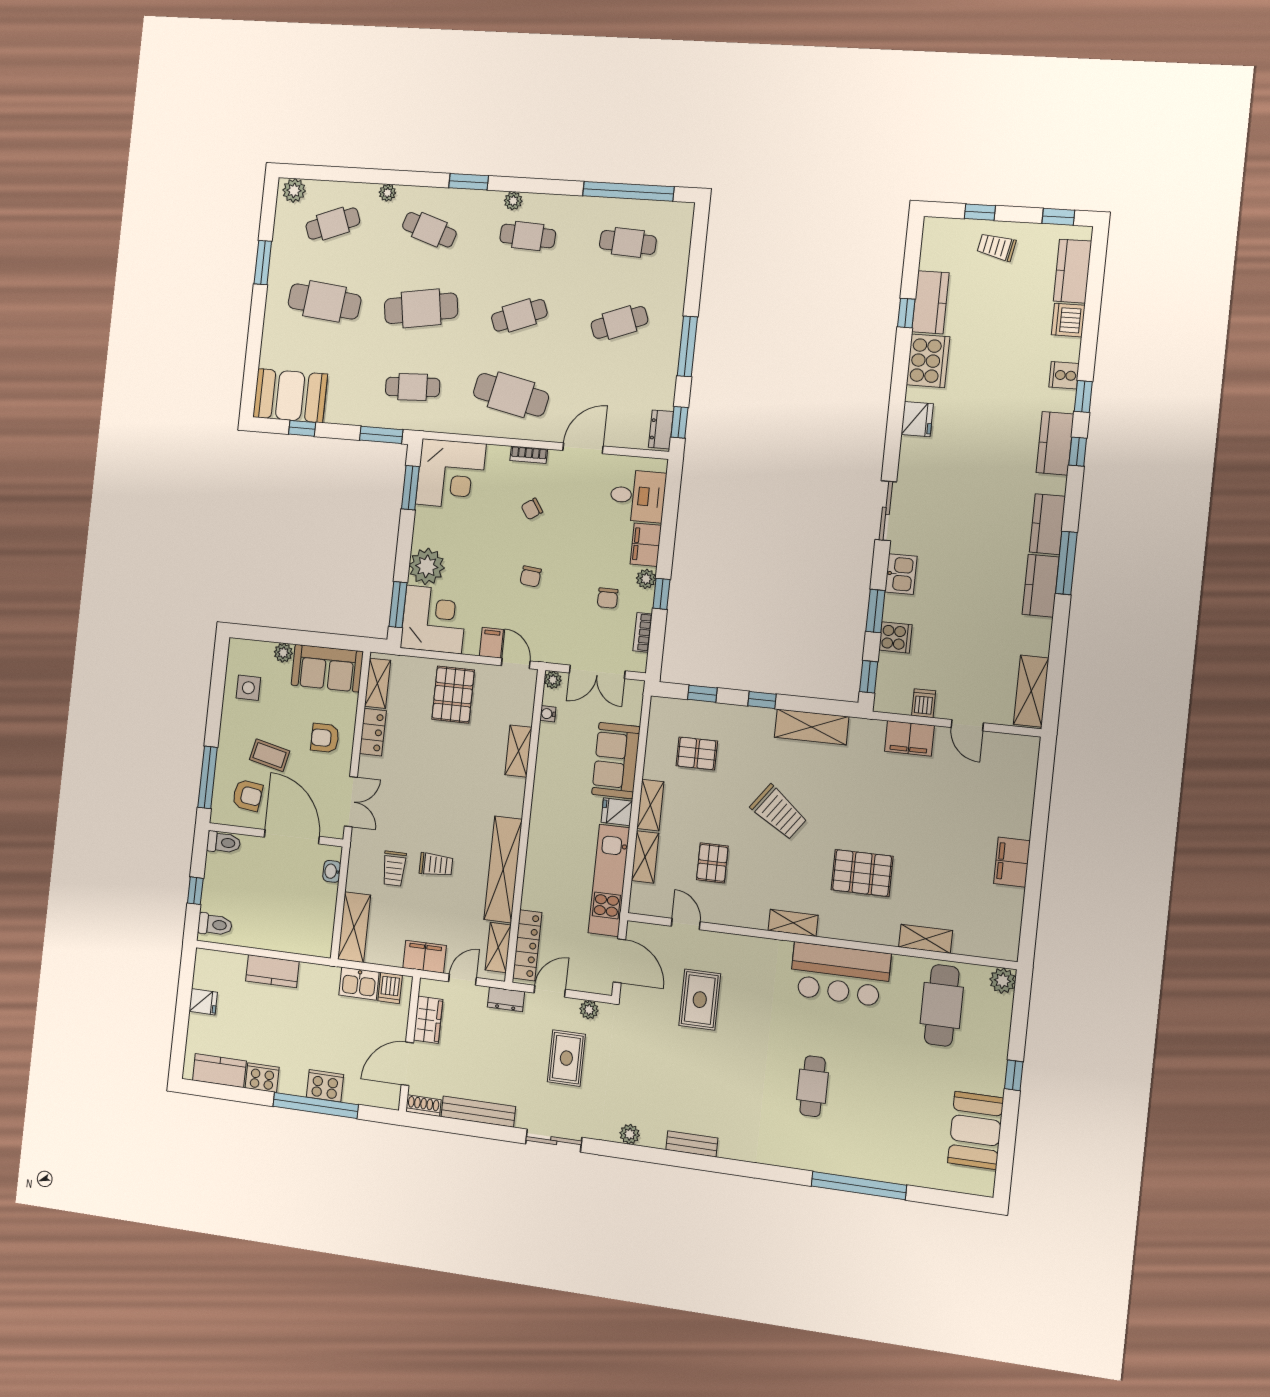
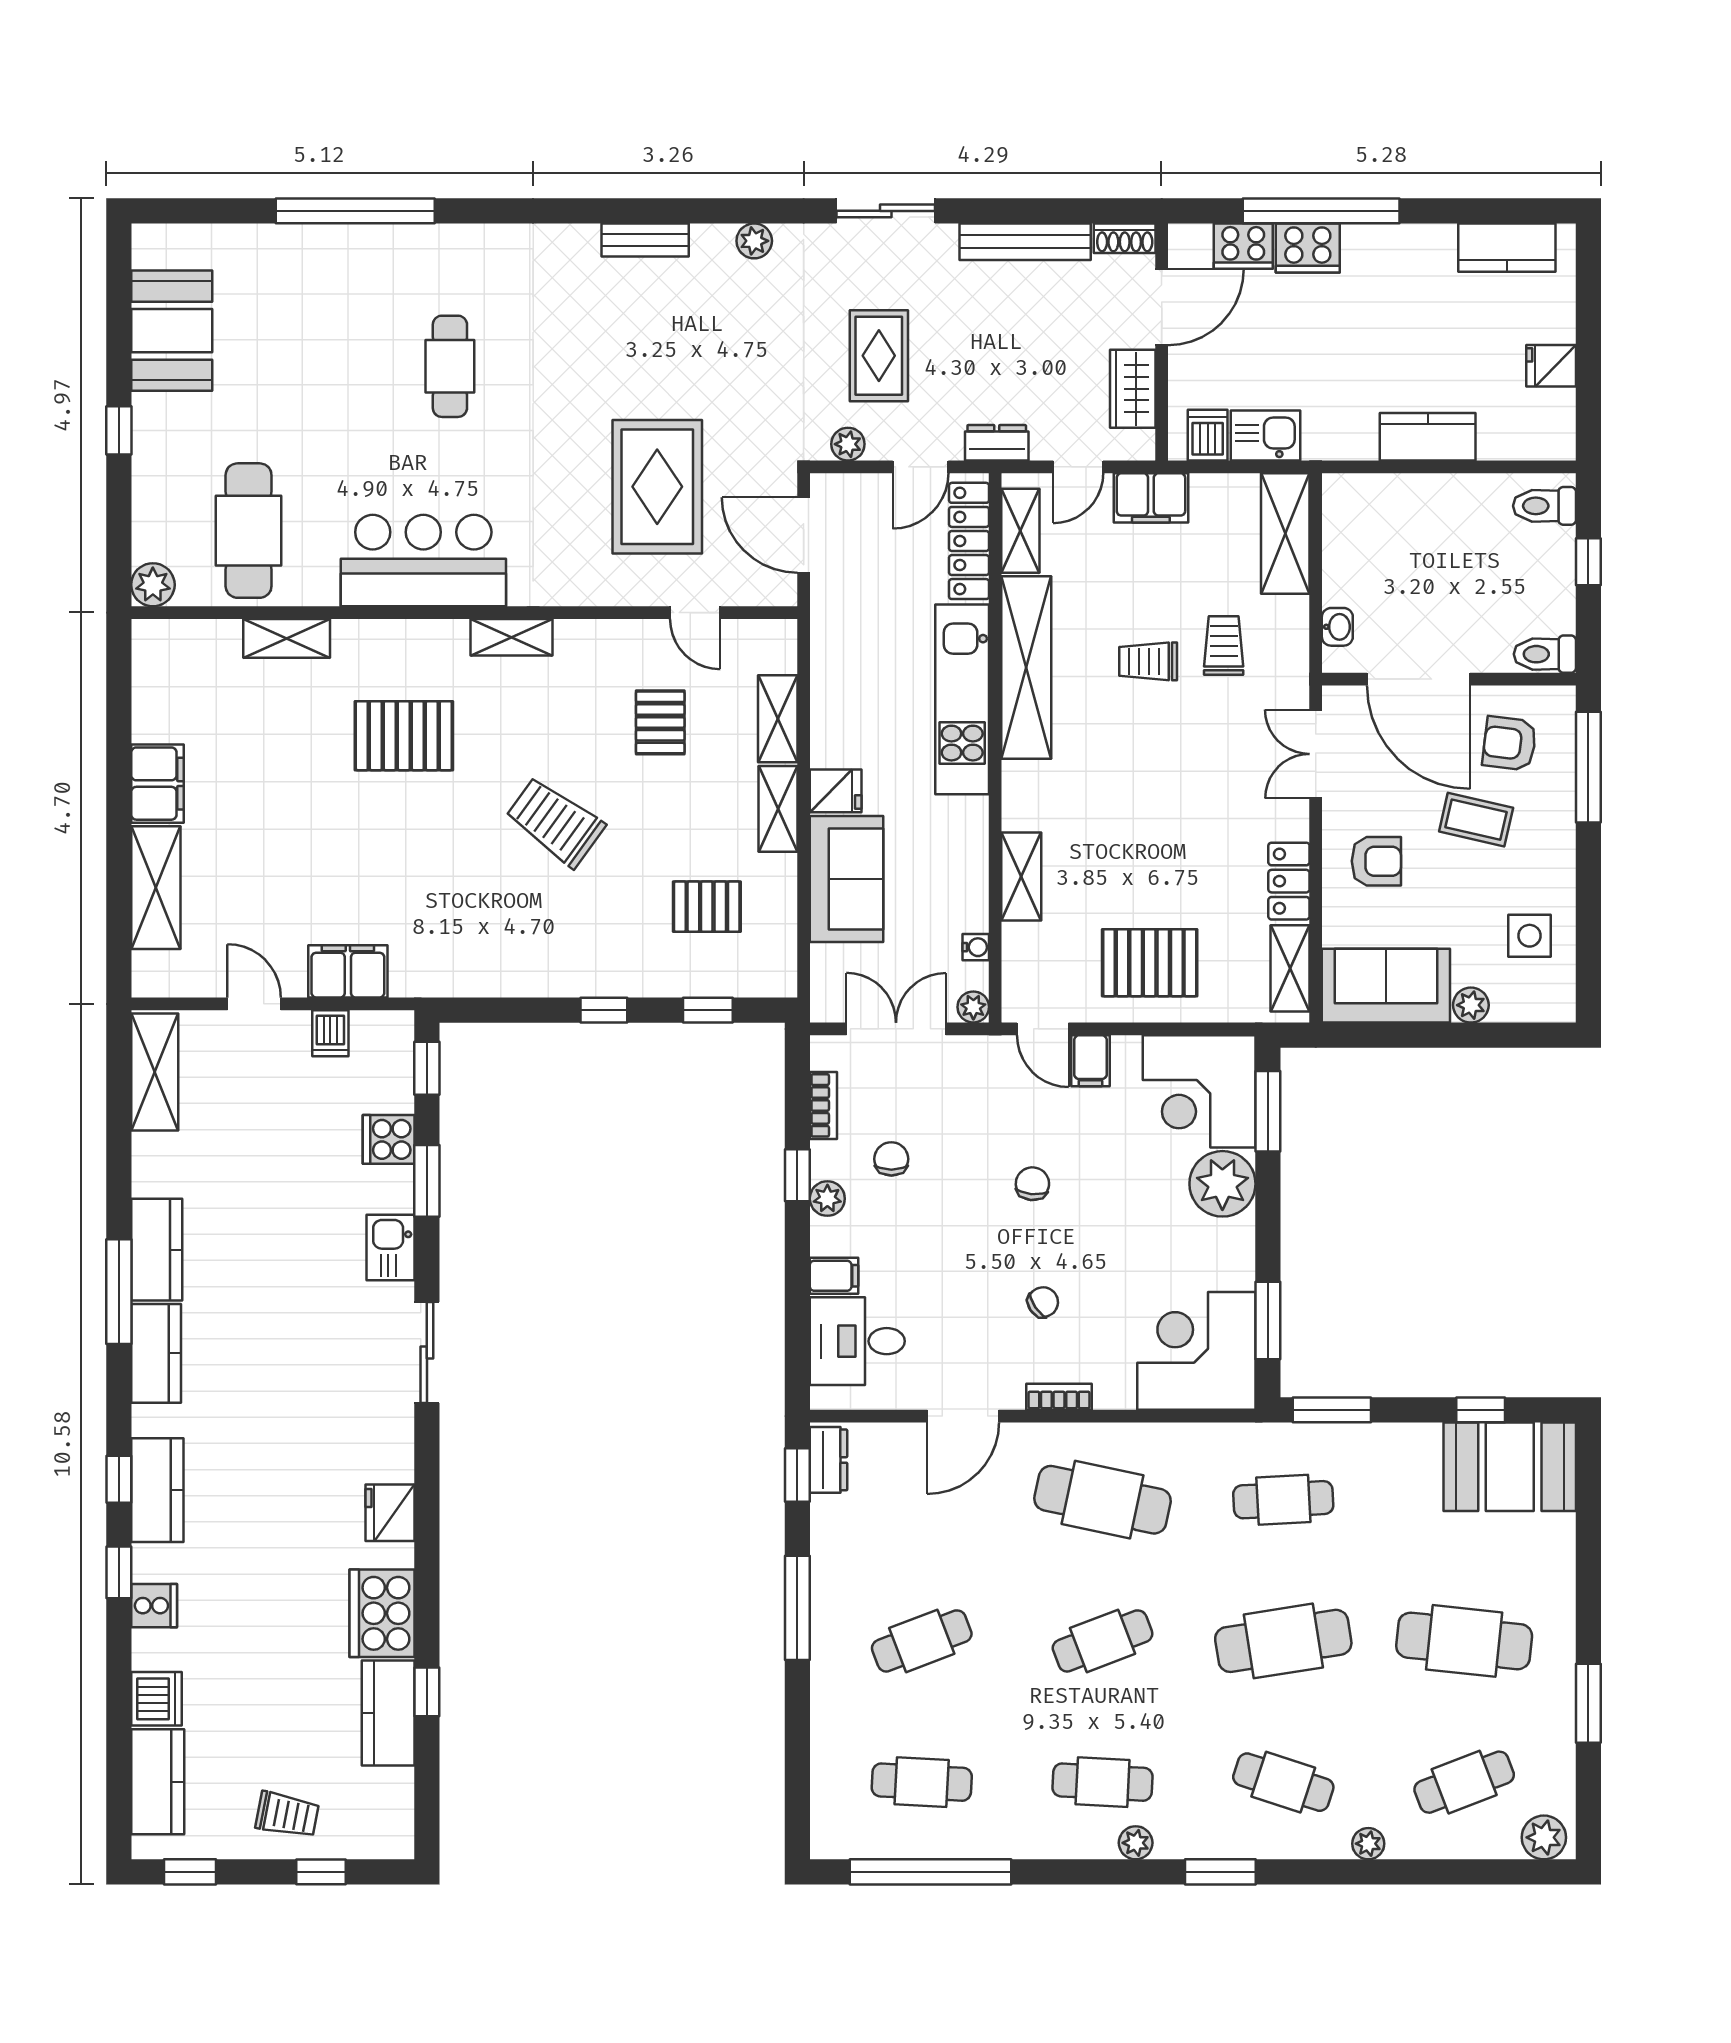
filing cabinet: (646, 545) -> (834, 1276), width x0.50
pallet: (453, 695) -> (1150, 963), turned 90
shelving: (812, 727) -> (156, 888), moved, turned 90
kitchen unit: (609, 880) -> (962, 699), moved, turned 180
rug: (700, 1000) -> (657, 487), width x1.36, depth x1.43
cooker: (262, 1078) -> (1243, 246), moved

